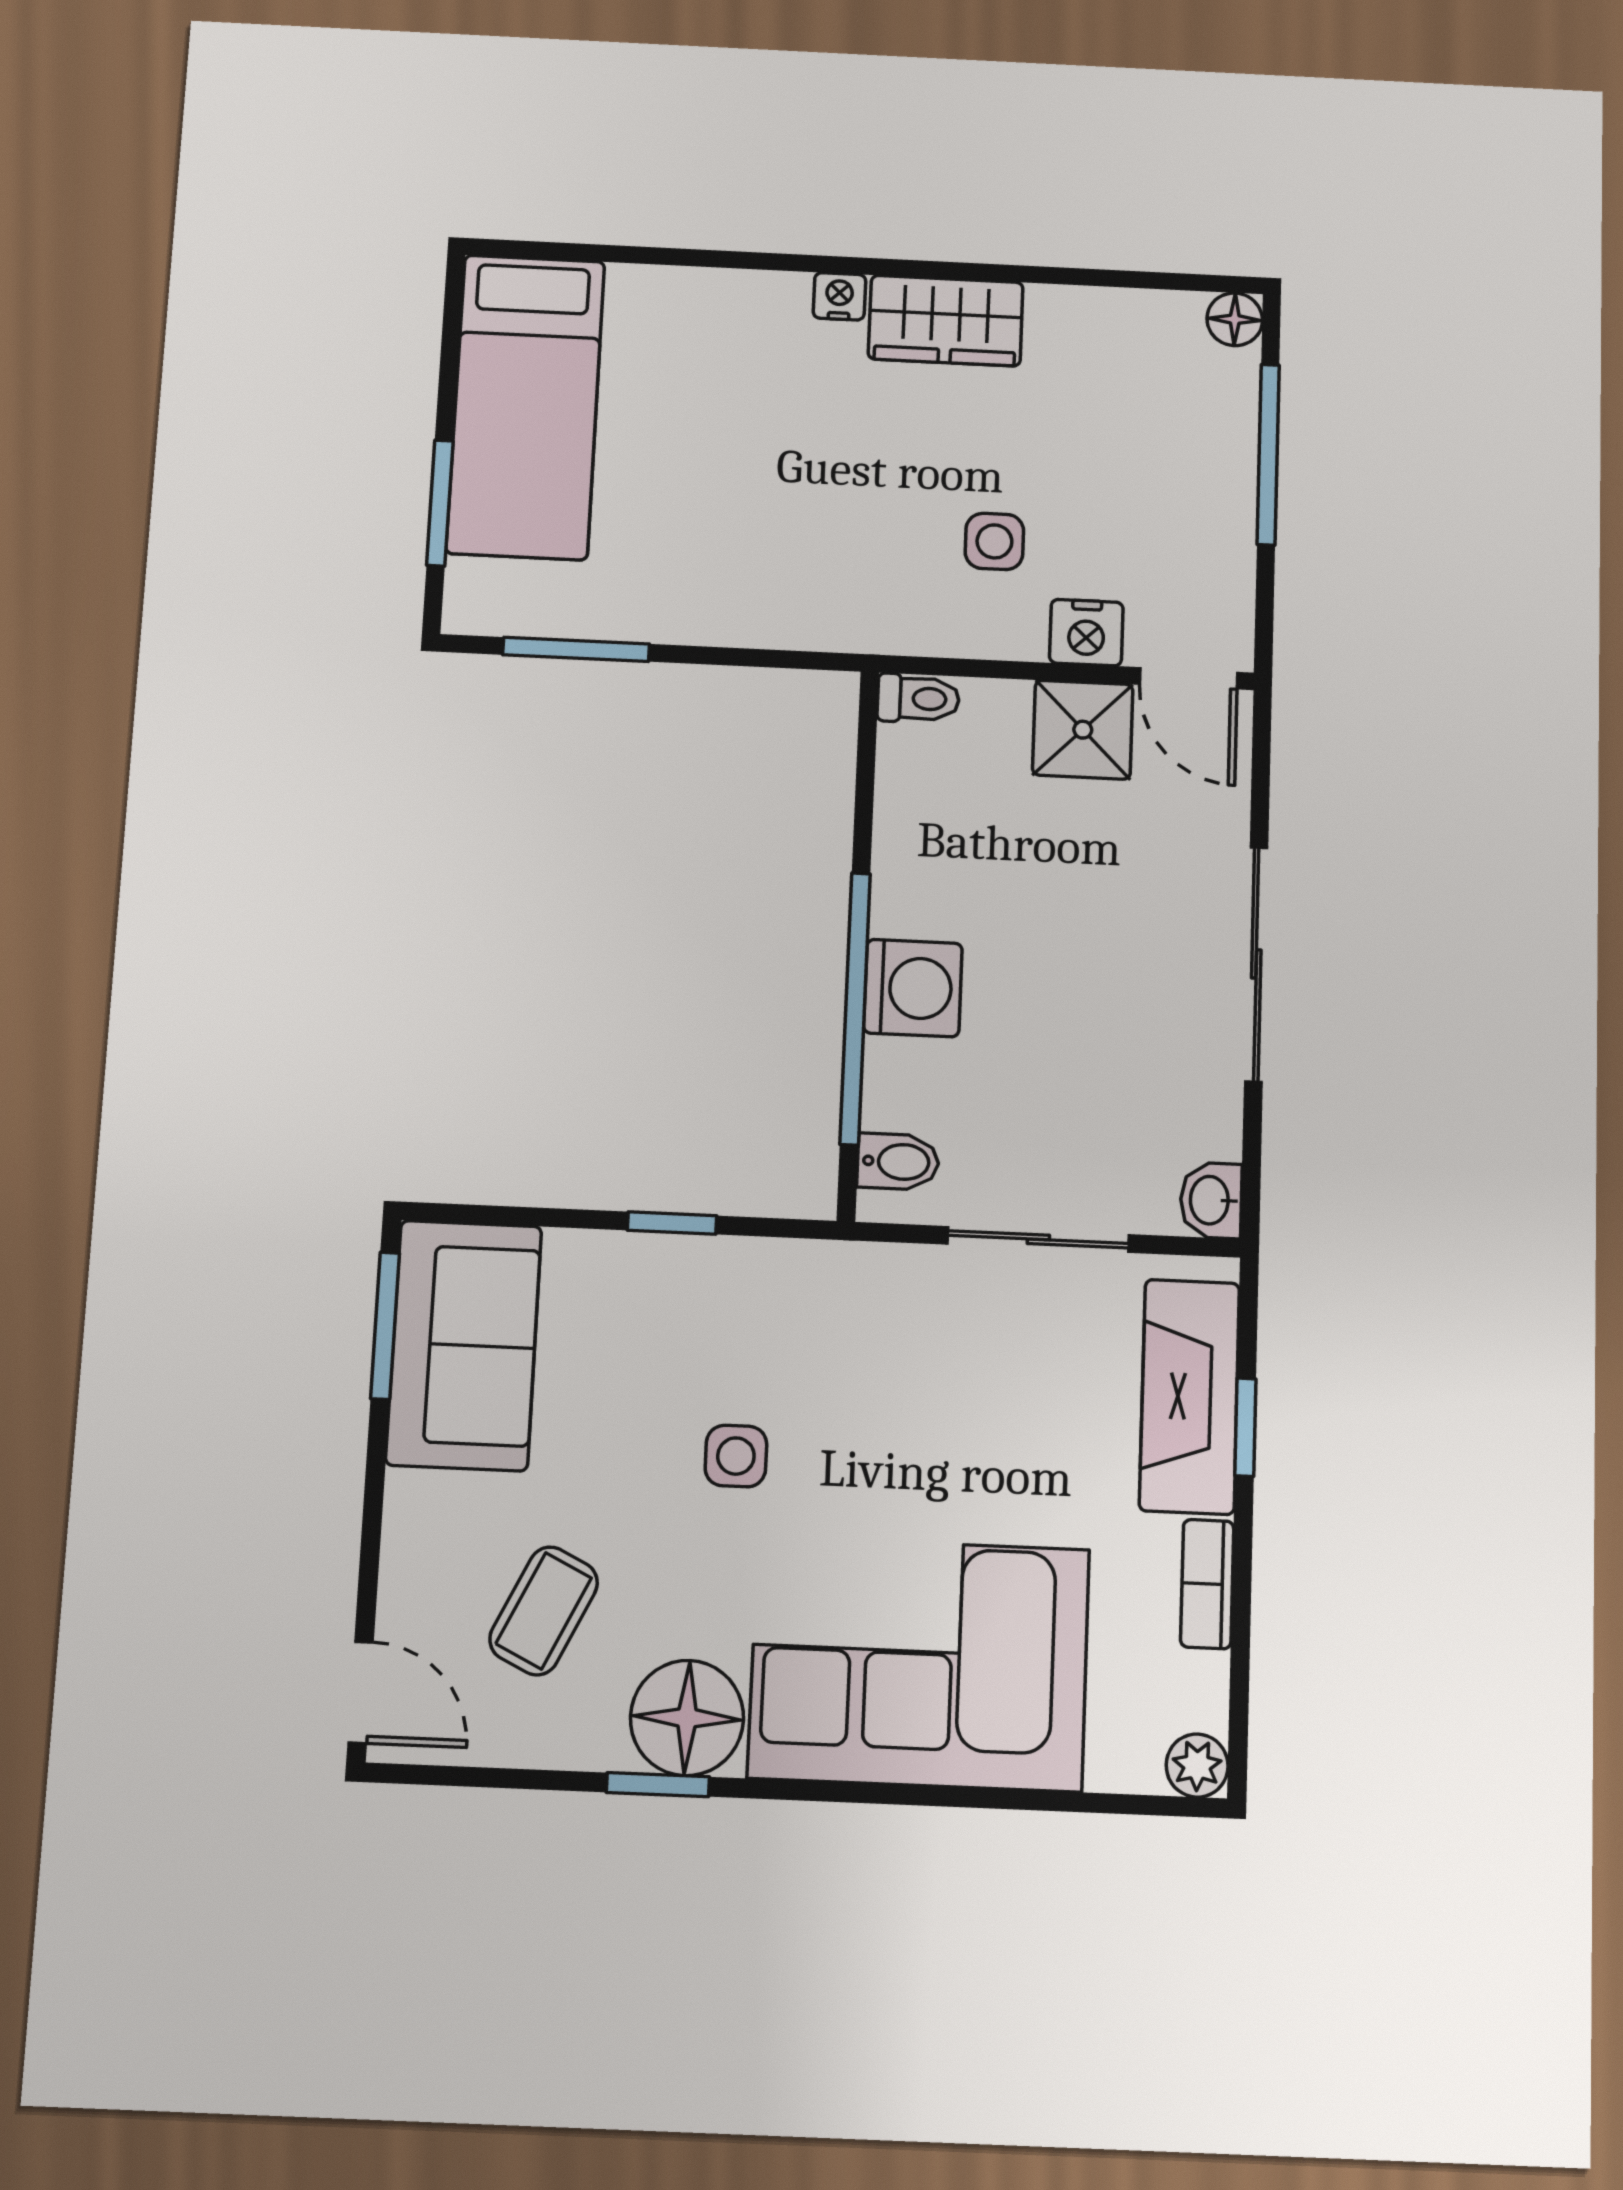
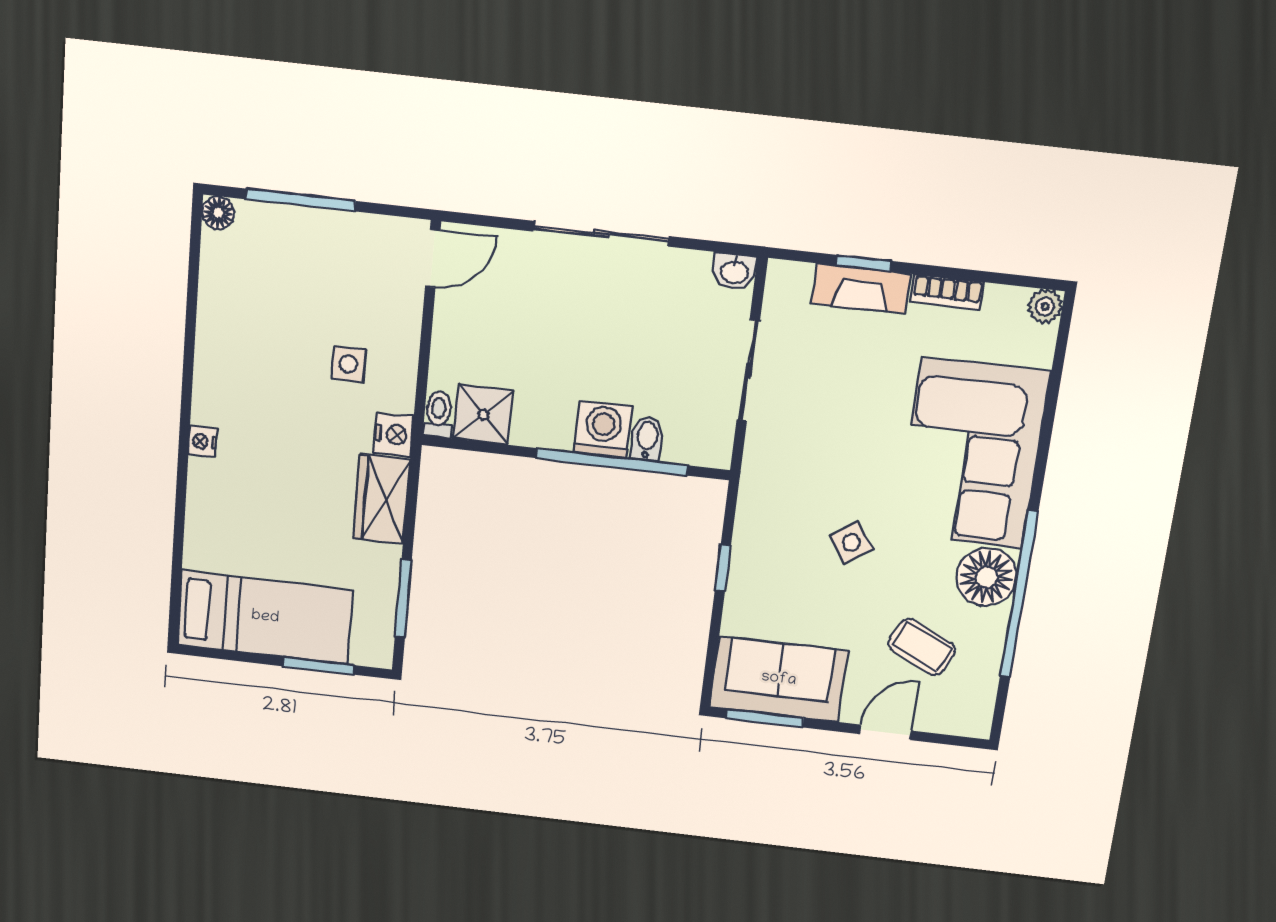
wardrobe: (946, 321) -> (382, 499), moved, turned 180
nightstand: (1086, 633) -> (394, 434), moved
shower: (1083, 730) -> (483, 415), moved
bidet: (898, 1162) -> (647, 439), moved
fireplace: (1190, 1396) -> (861, 289), width x0.73, depth x0.76
side table: (736, 1456) -> (851, 542), turned -35
door: (361, 1692) -> (886, 732), moved
window: (658, 1785) -> (1019, 594), width x3.17

